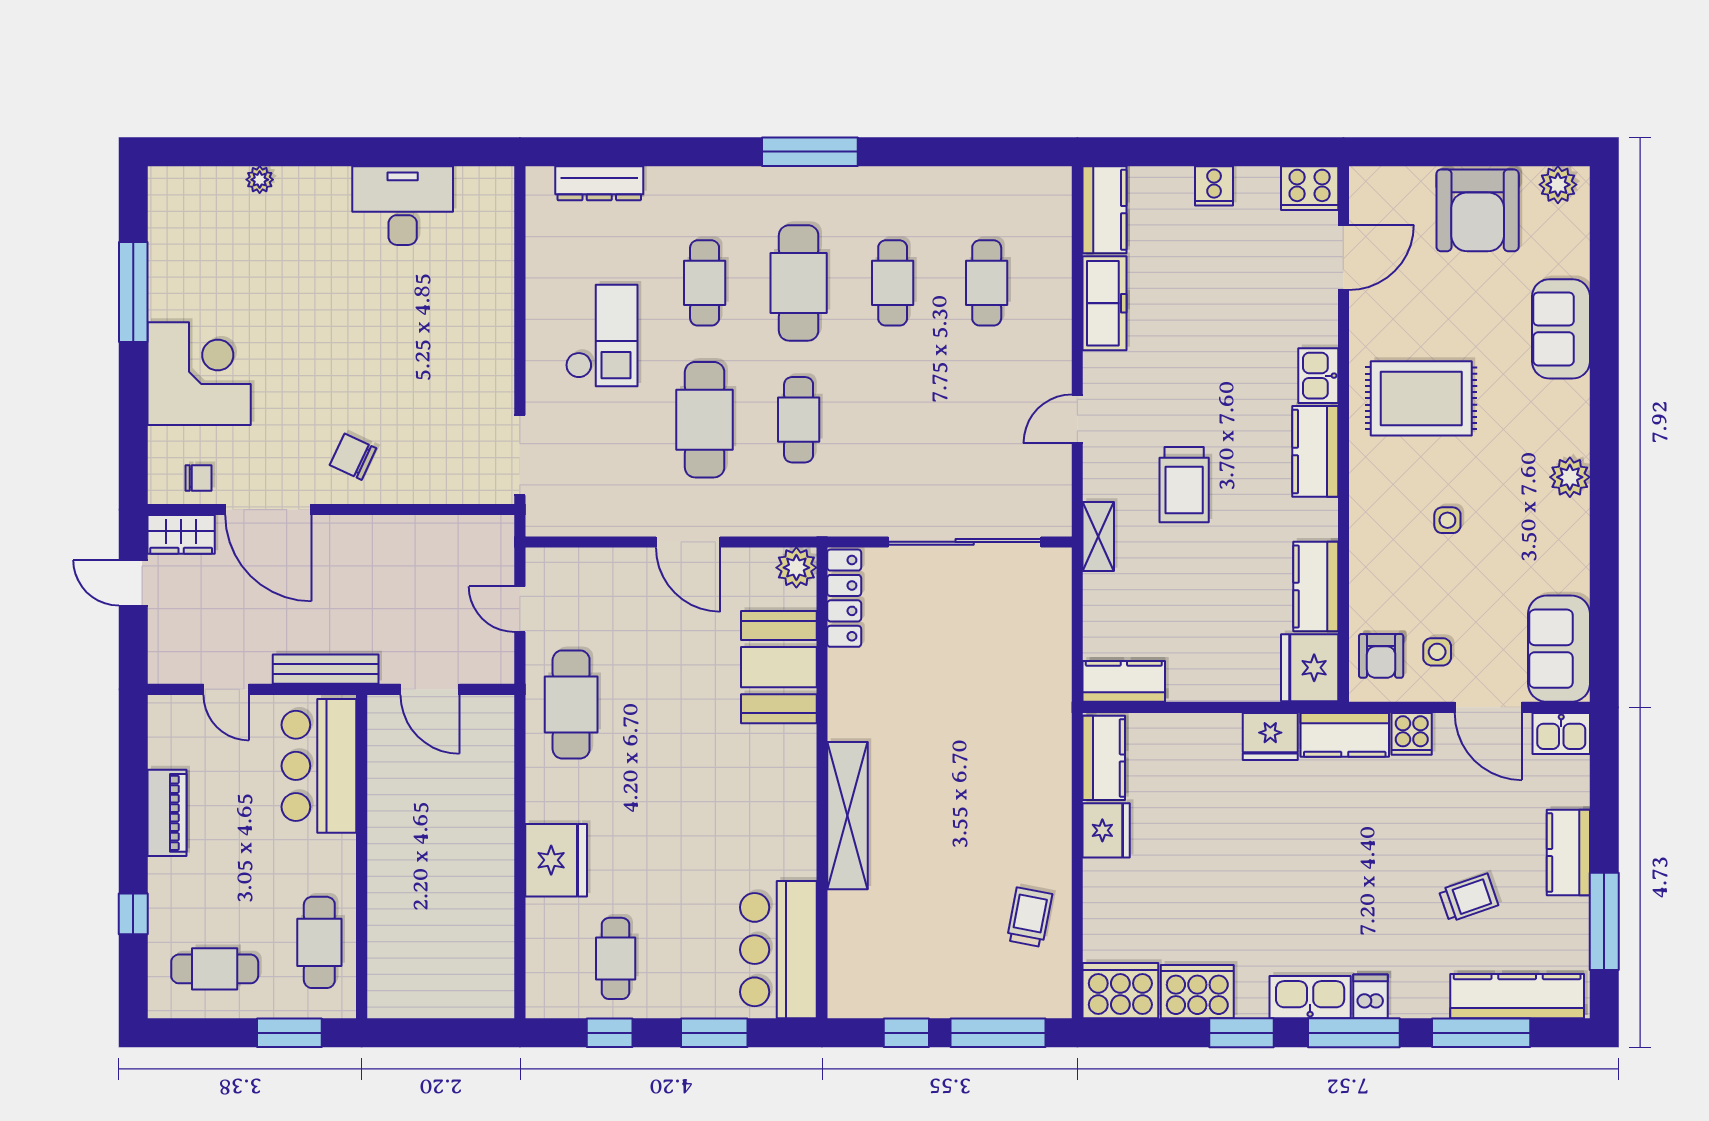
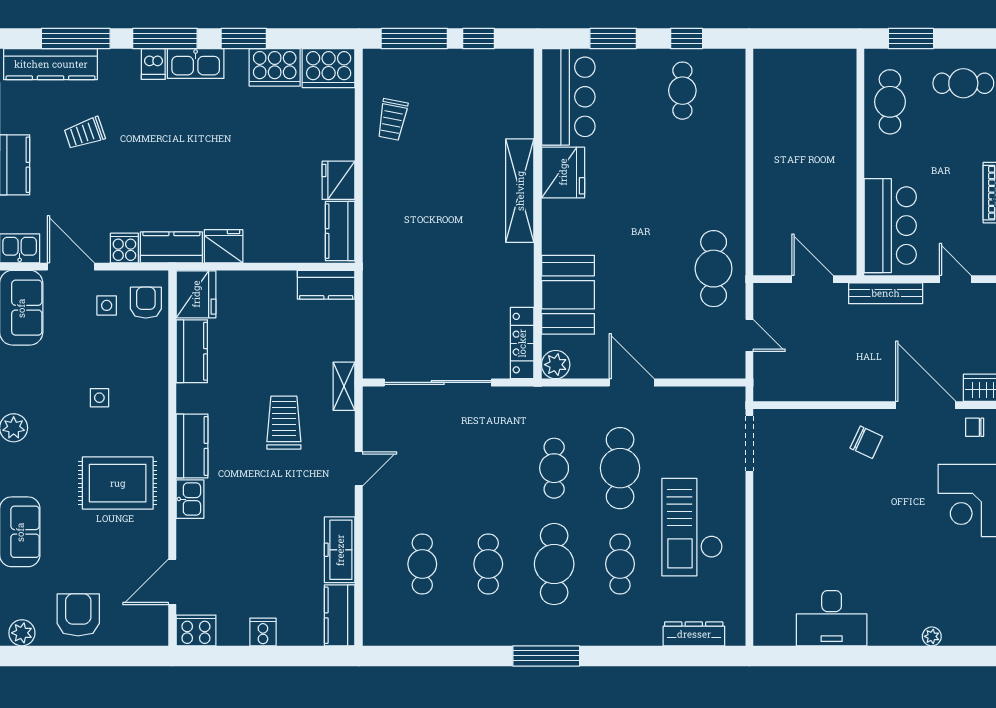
armchair: (1478, 210) -> (78, 615), width x0.73, depth x0.73
checkout: (602, 336) -> (692, 527), width x1.36, depth x1.21
fridge: (556, 860) -> (563, 172), moved, turned 180

